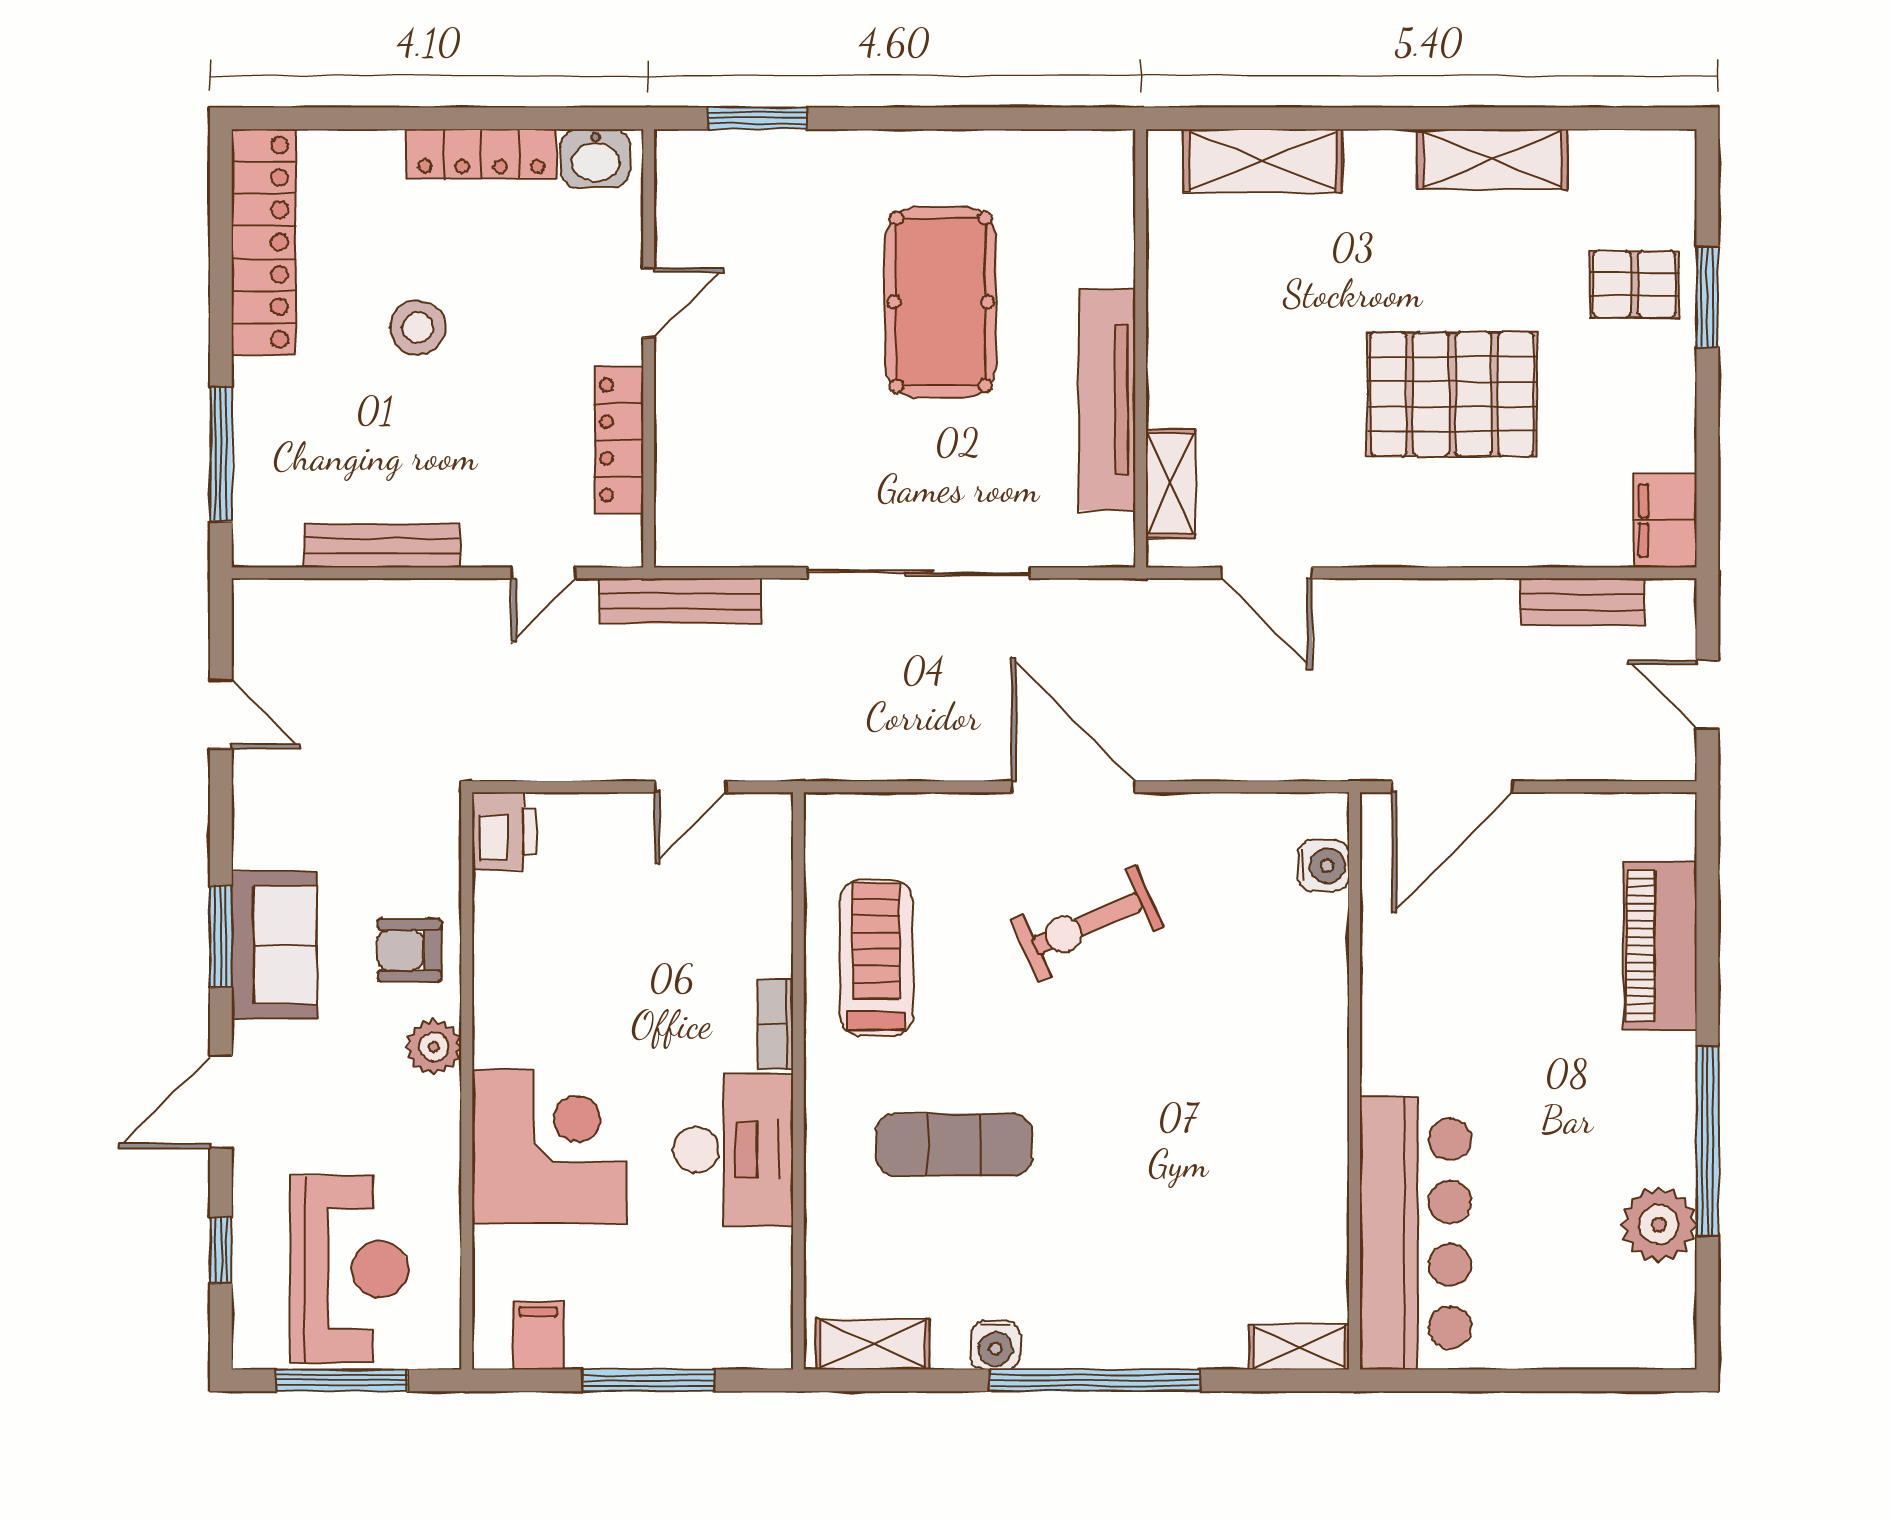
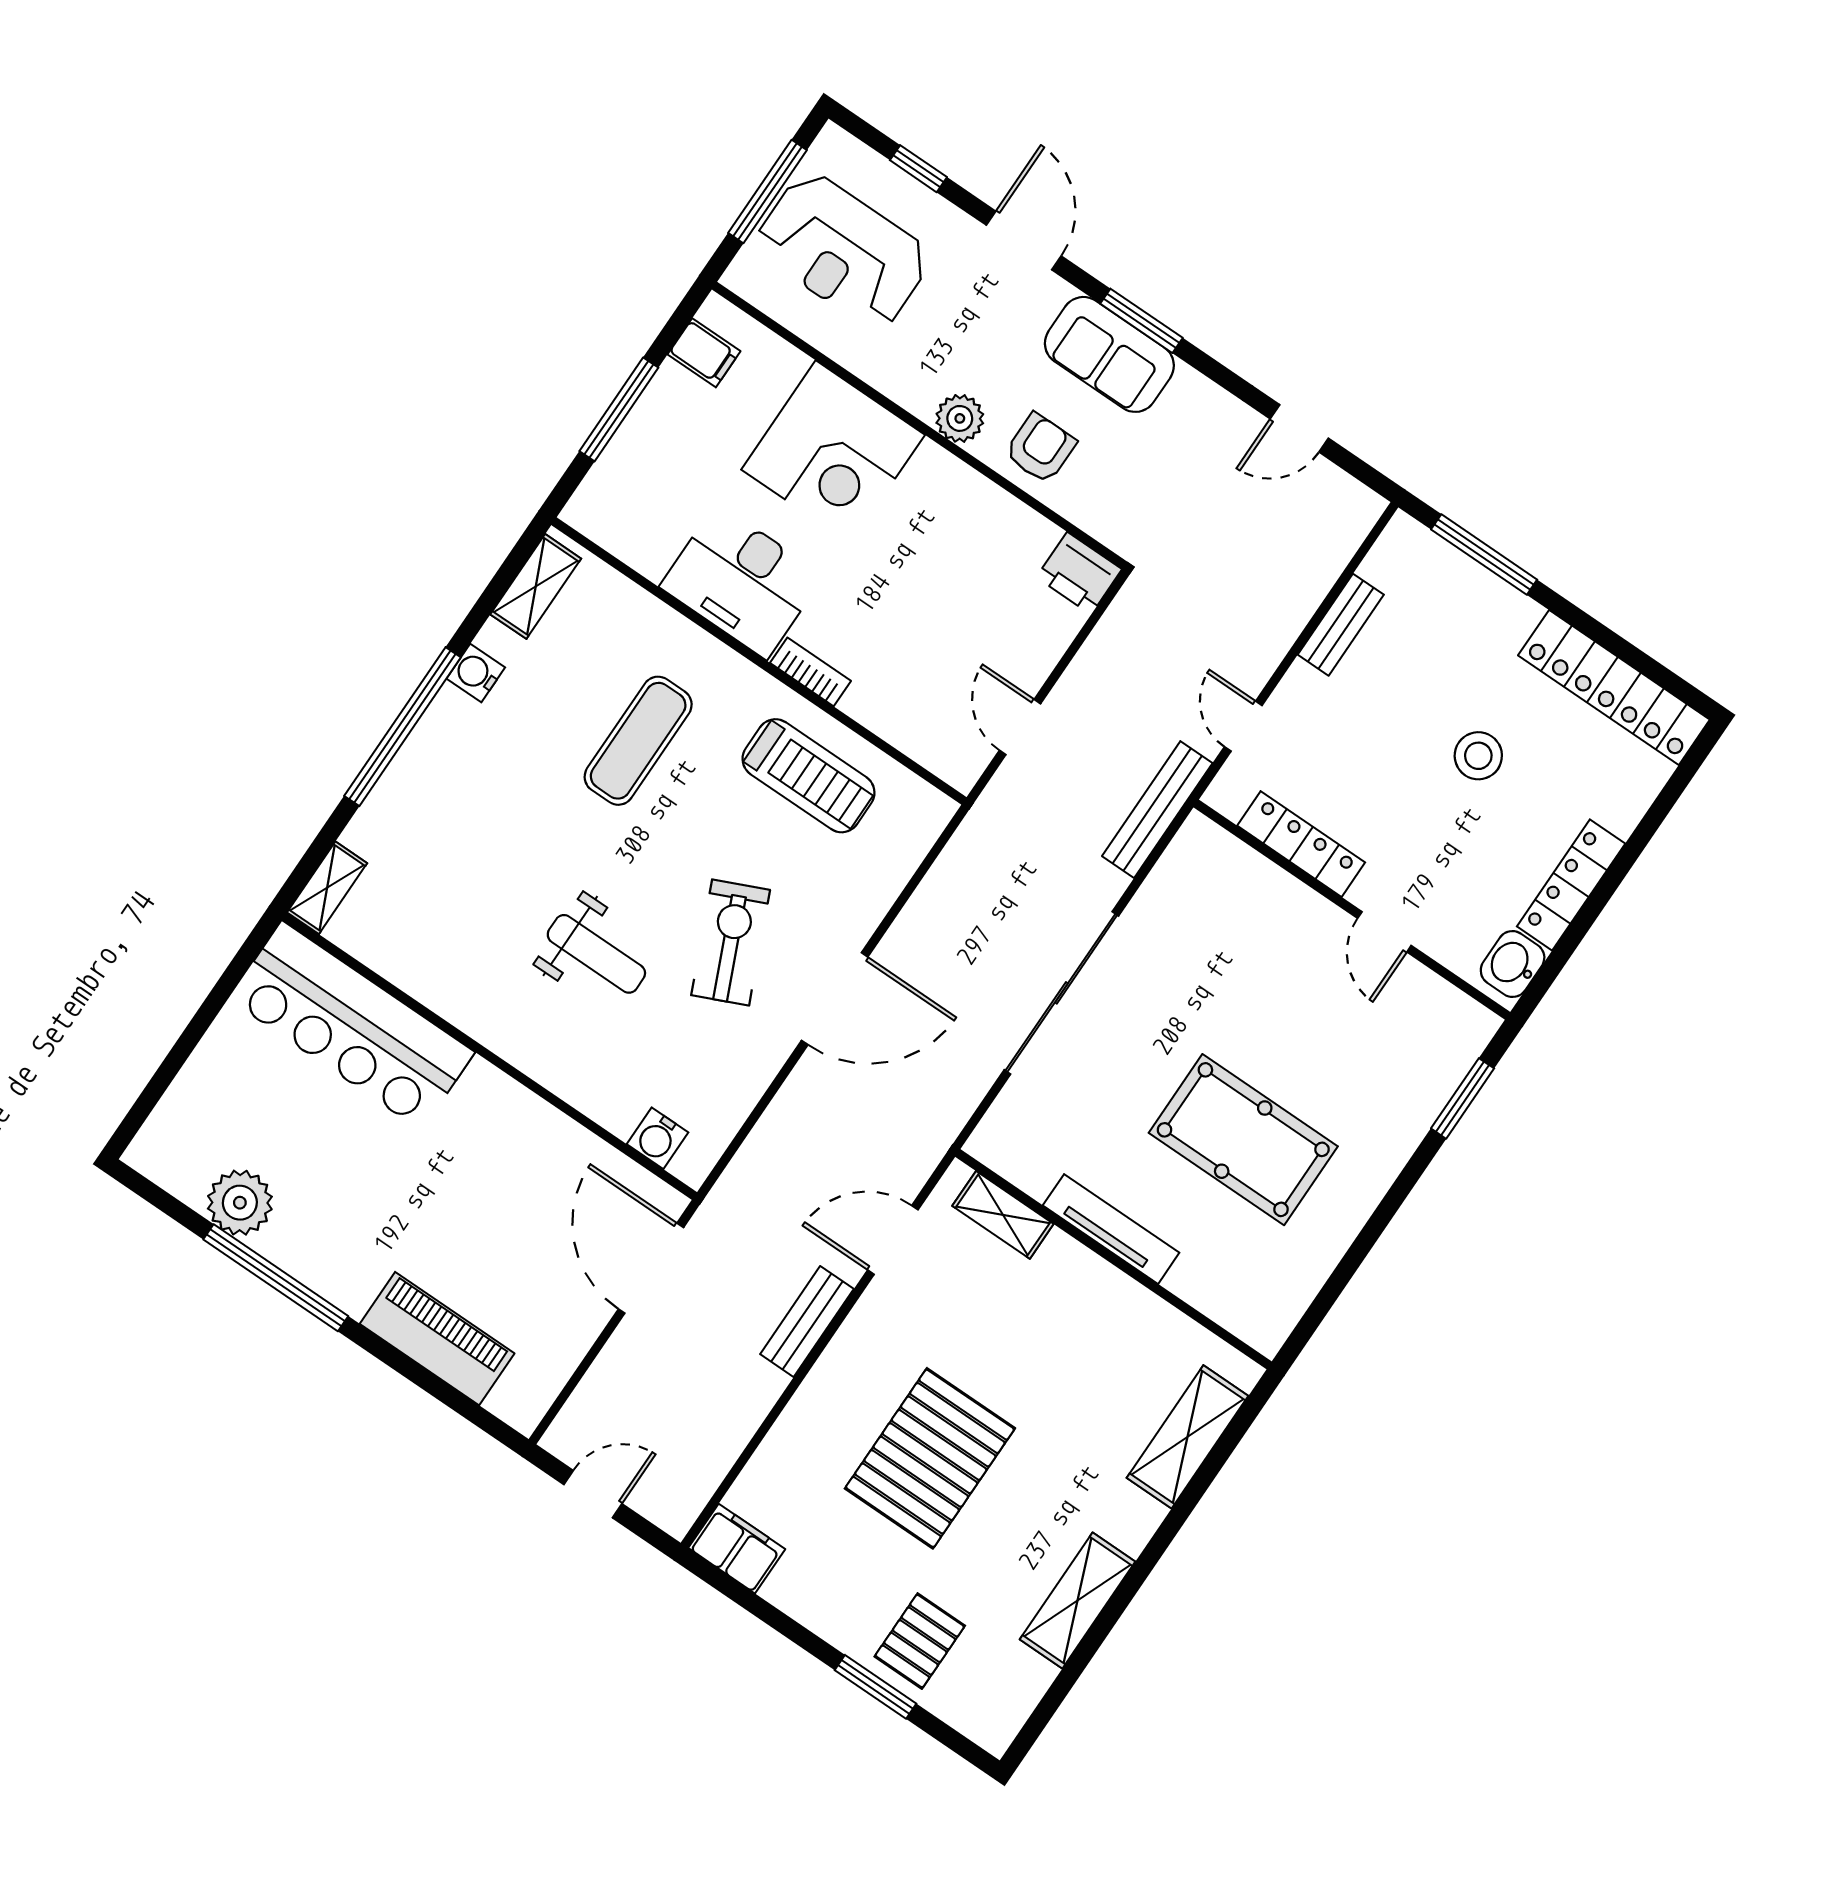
tv unit: (1107, 400) -> (1111, 1229), width x0.73, depth x0.78
bench: (382, 546) -> (1341, 625), width x0.73
bench: (1582, 602) -> (807, 1322), moved
weight bench: (1186, 1045) -> (596, 954), added

